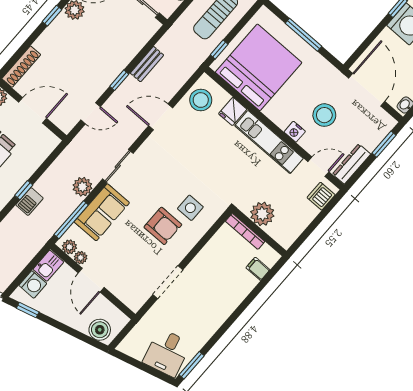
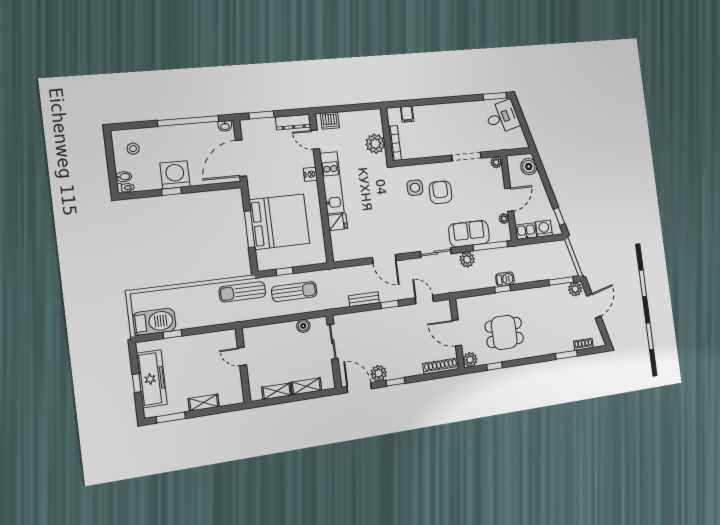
window: (219, 50) -> (285, 271), moved
bed: (259, 67) -> (279, 222), moved, turned 180
stool: (201, 100) -> (351, 247), removed
stool: (324, 115) -> (282, 167), removed
plant: (69, 247) -> (496, 162), moved

